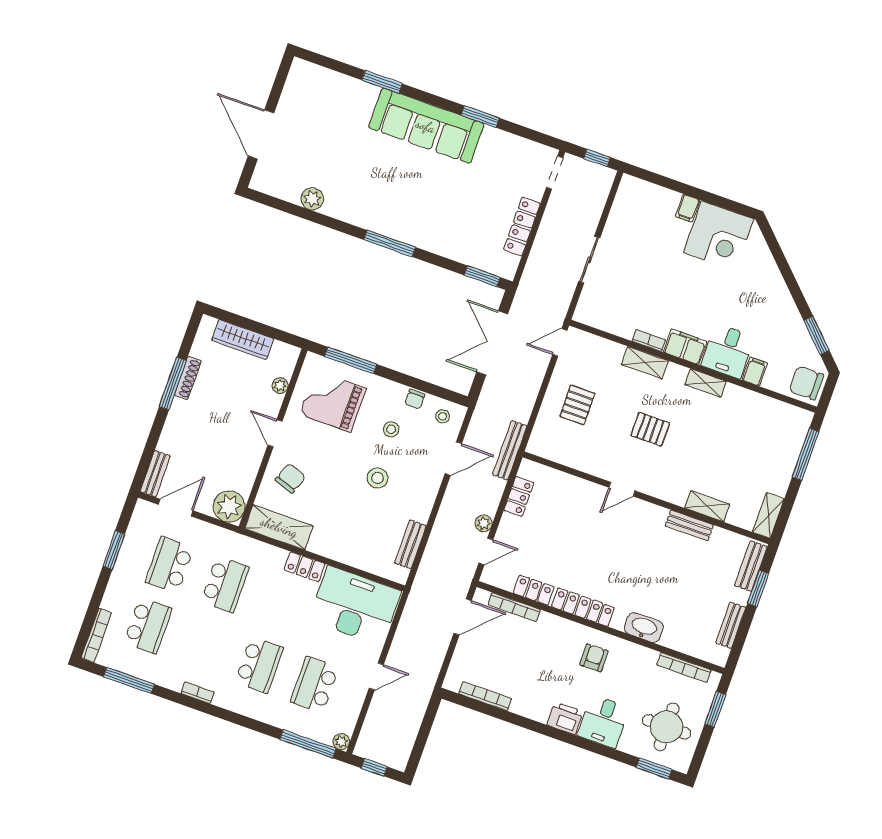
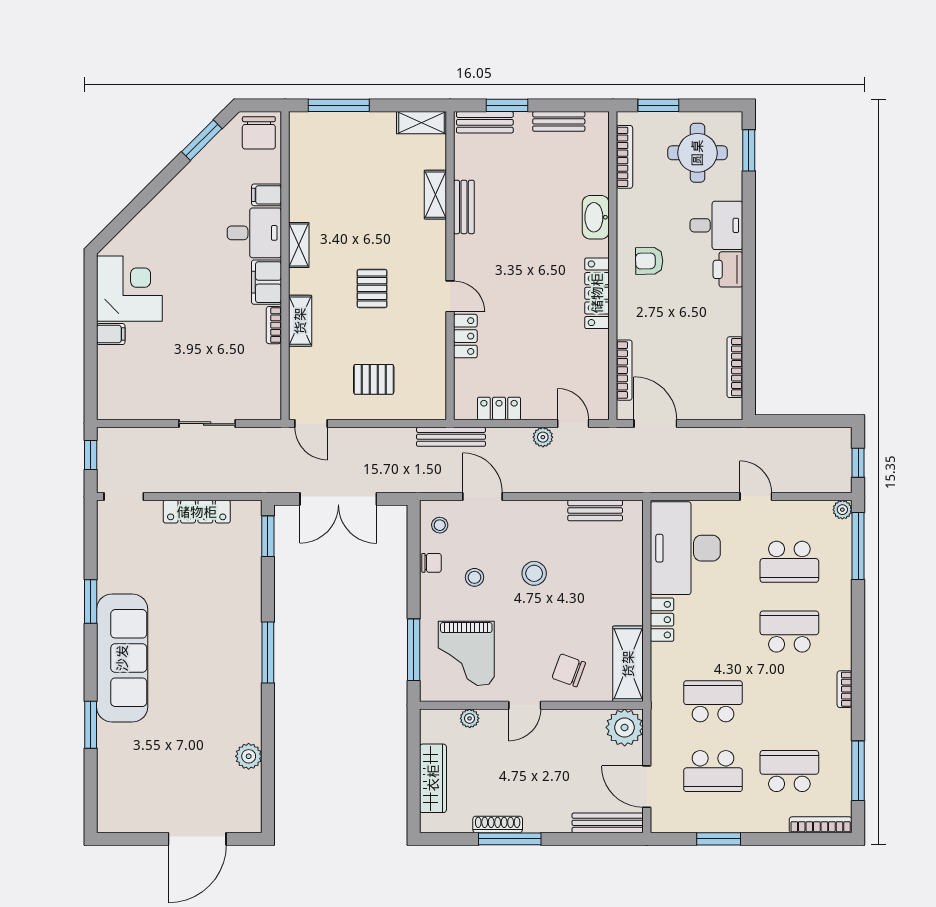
bench: (155, 474) -> (608, 823), width x1.36
locker: (534, 590) -> (465, 336), moved, turned 180

